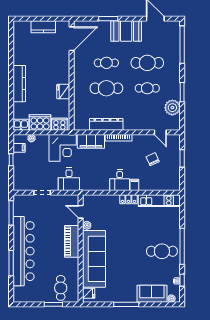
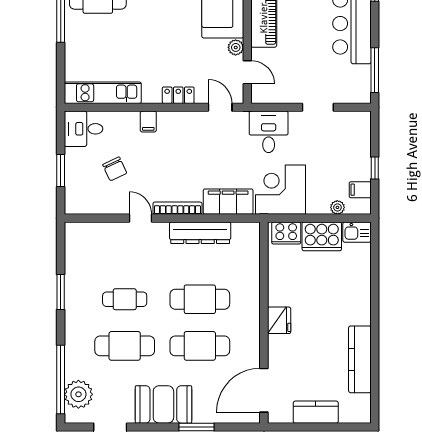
cafe table: (106, 63) -> (200, 346), width x1.37, depth x1.35
kitchen counter: (19, 84) -> (360, 359), moved
fridge: (63, 92) -> (279, 320), moved
plant: (172, 108) -> (78, 394), moved
door: (160, 132) -> (140, 218), moved
desk: (120, 180) -> (84, 129), moved, turned -90
door: (95, 193) -> (220, 107), added
locker: (128, 199) -> (178, 95), moved

